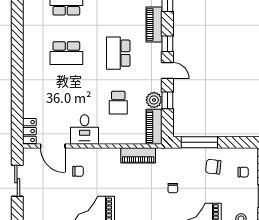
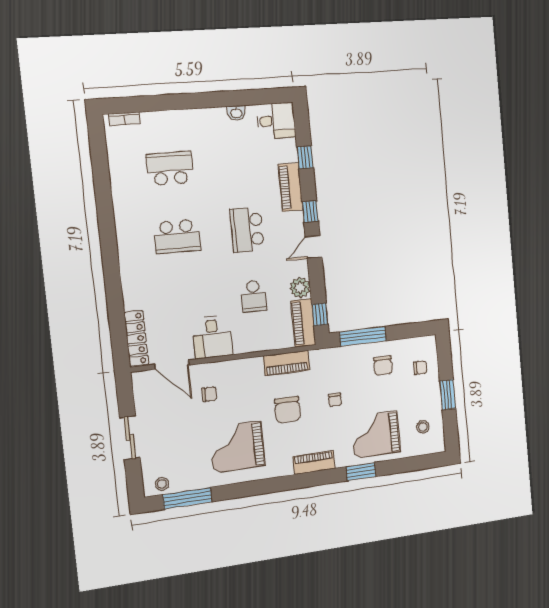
door: (167, 71) -> (314, 247), swing flipped
window: (167, 100) -> (320, 314), moved
locker: (29, 131) -> (136, 338), width x1.53
chair: (213, 167) -> (383, 366), turned -96
sliding door: (17, 181) -> (130, 438), moved
chair: (135, 191) -> (288, 410), added

